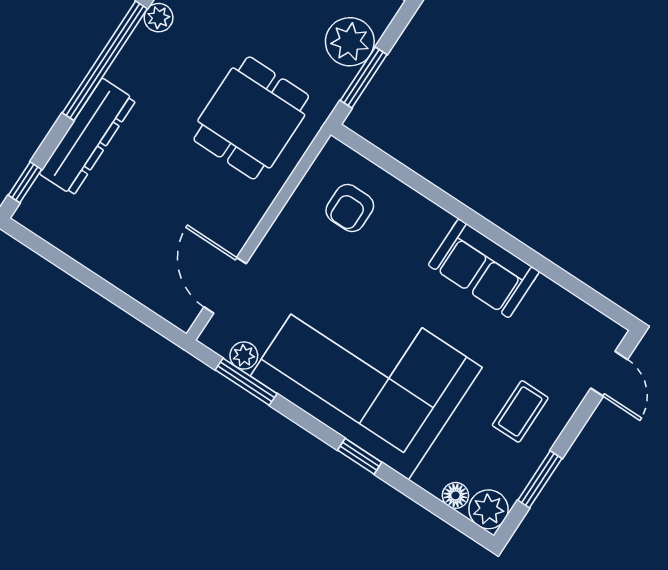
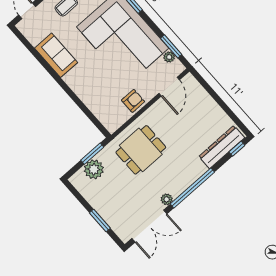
dresser: (88, 137) -> (222, 147), moved
armchair: (350, 208) -> (133, 101), moved
sofa: (484, 268) -> (56, 55), moved

